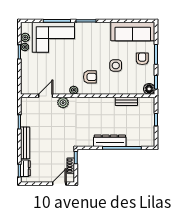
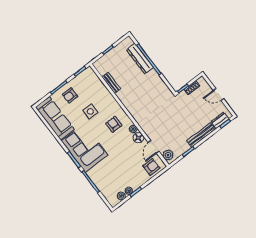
corner sofa: (53, 37) -> (84, 148), moved
armchair: (30, 81) -> (151, 167), added
floor lamp: (149, 89) -> (138, 138), moved
door: (46, 96) -> (154, 147), hinge flipped
plant: (63, 103) -> (168, 155), moved
dresser: (110, 141) -> (140, 59), moved
door: (59, 184) -> (218, 94), moved

